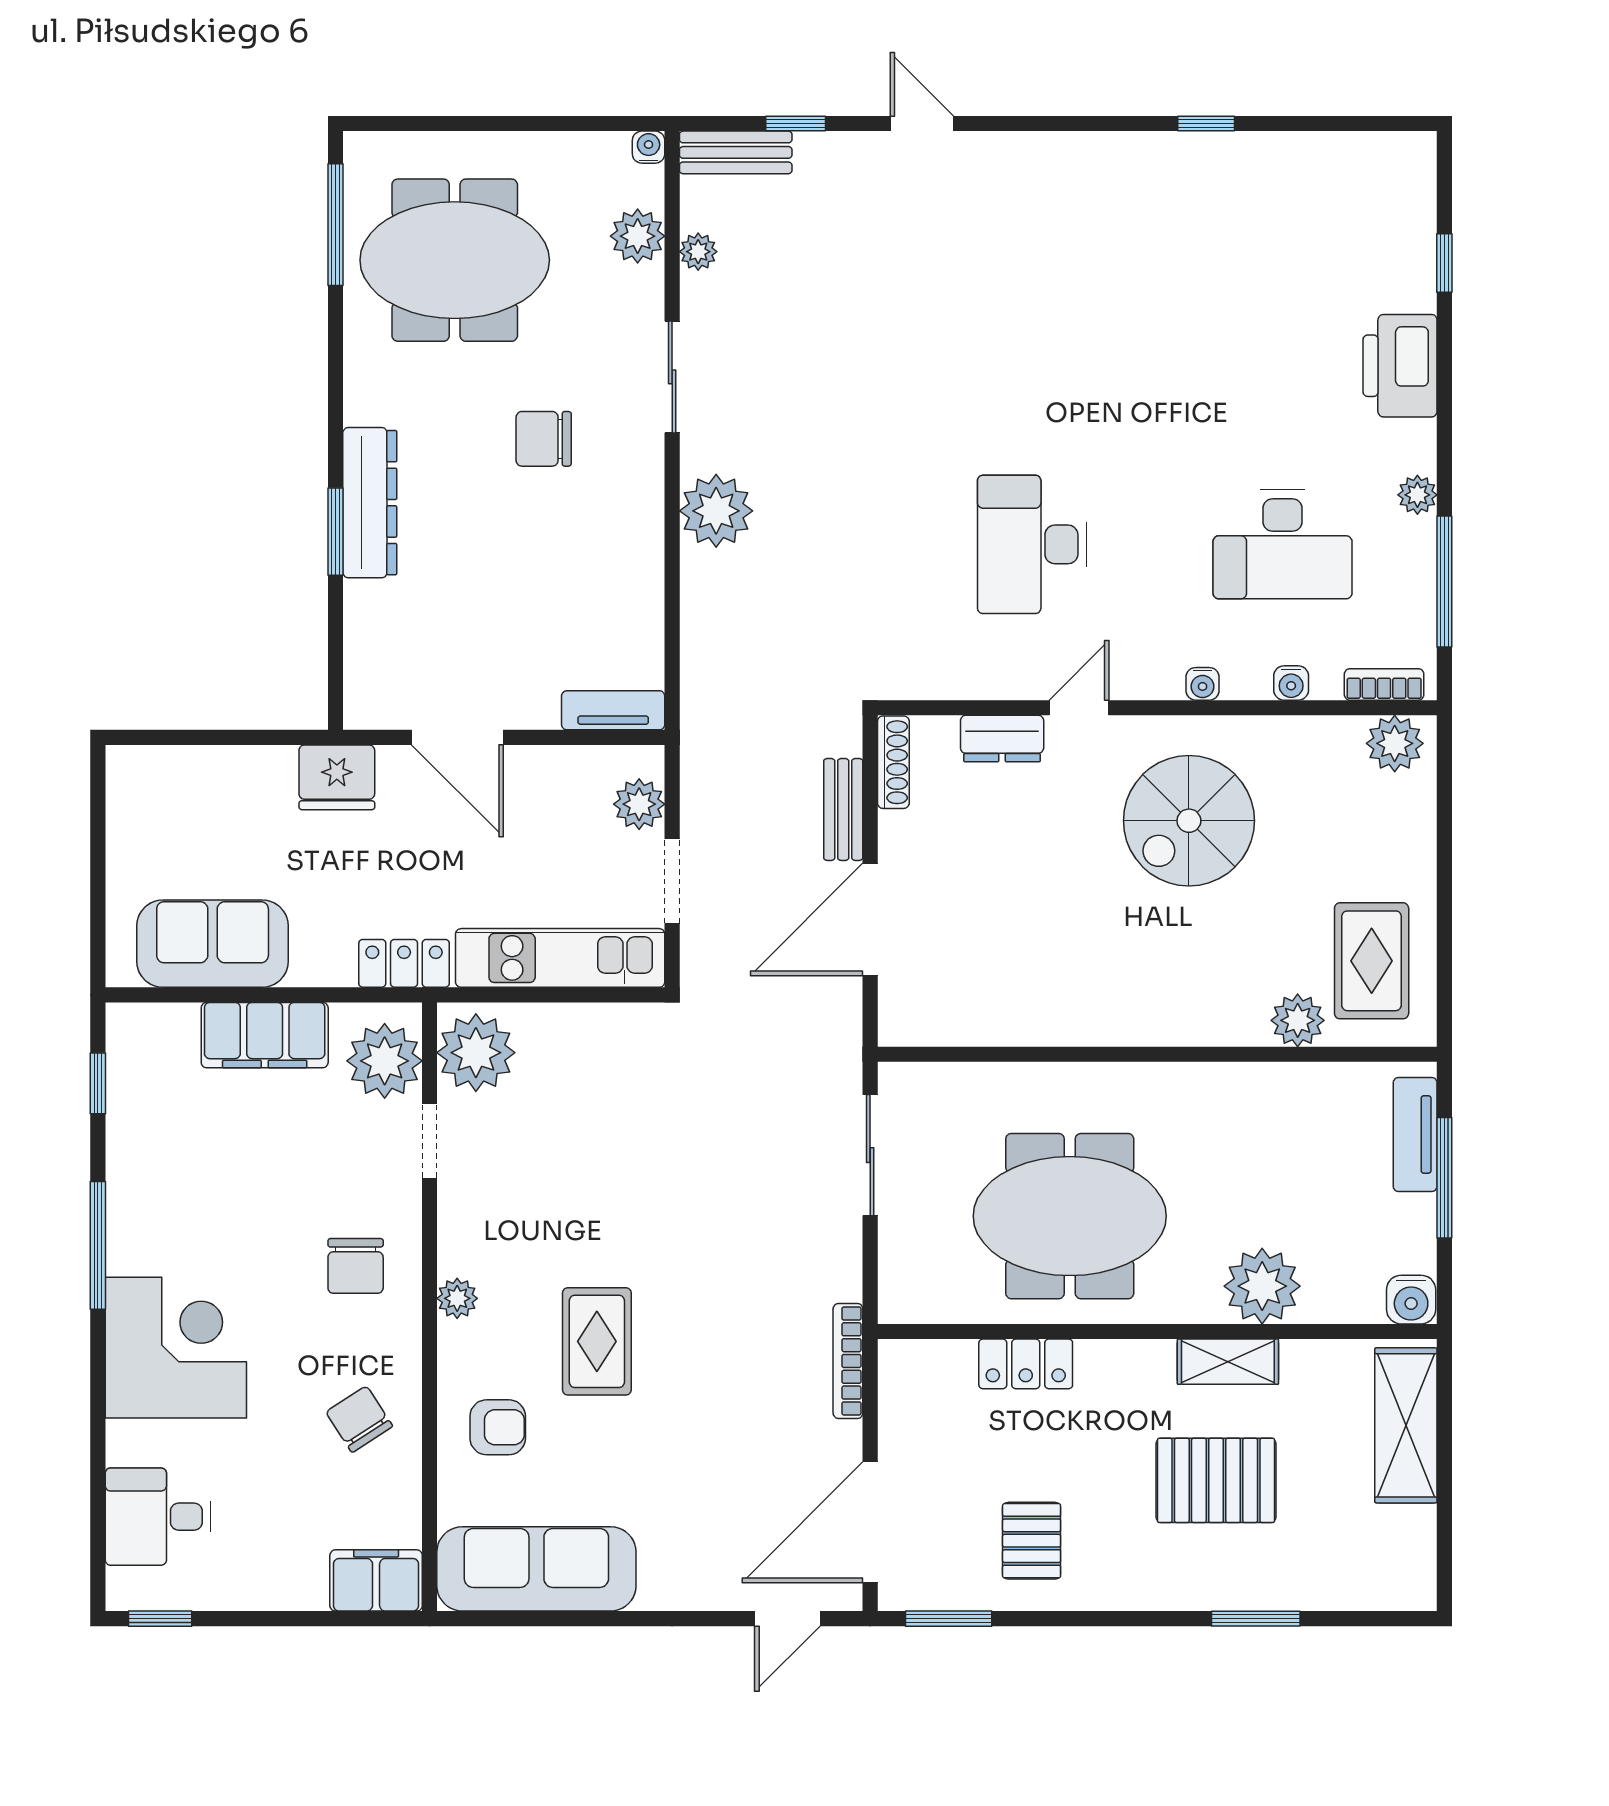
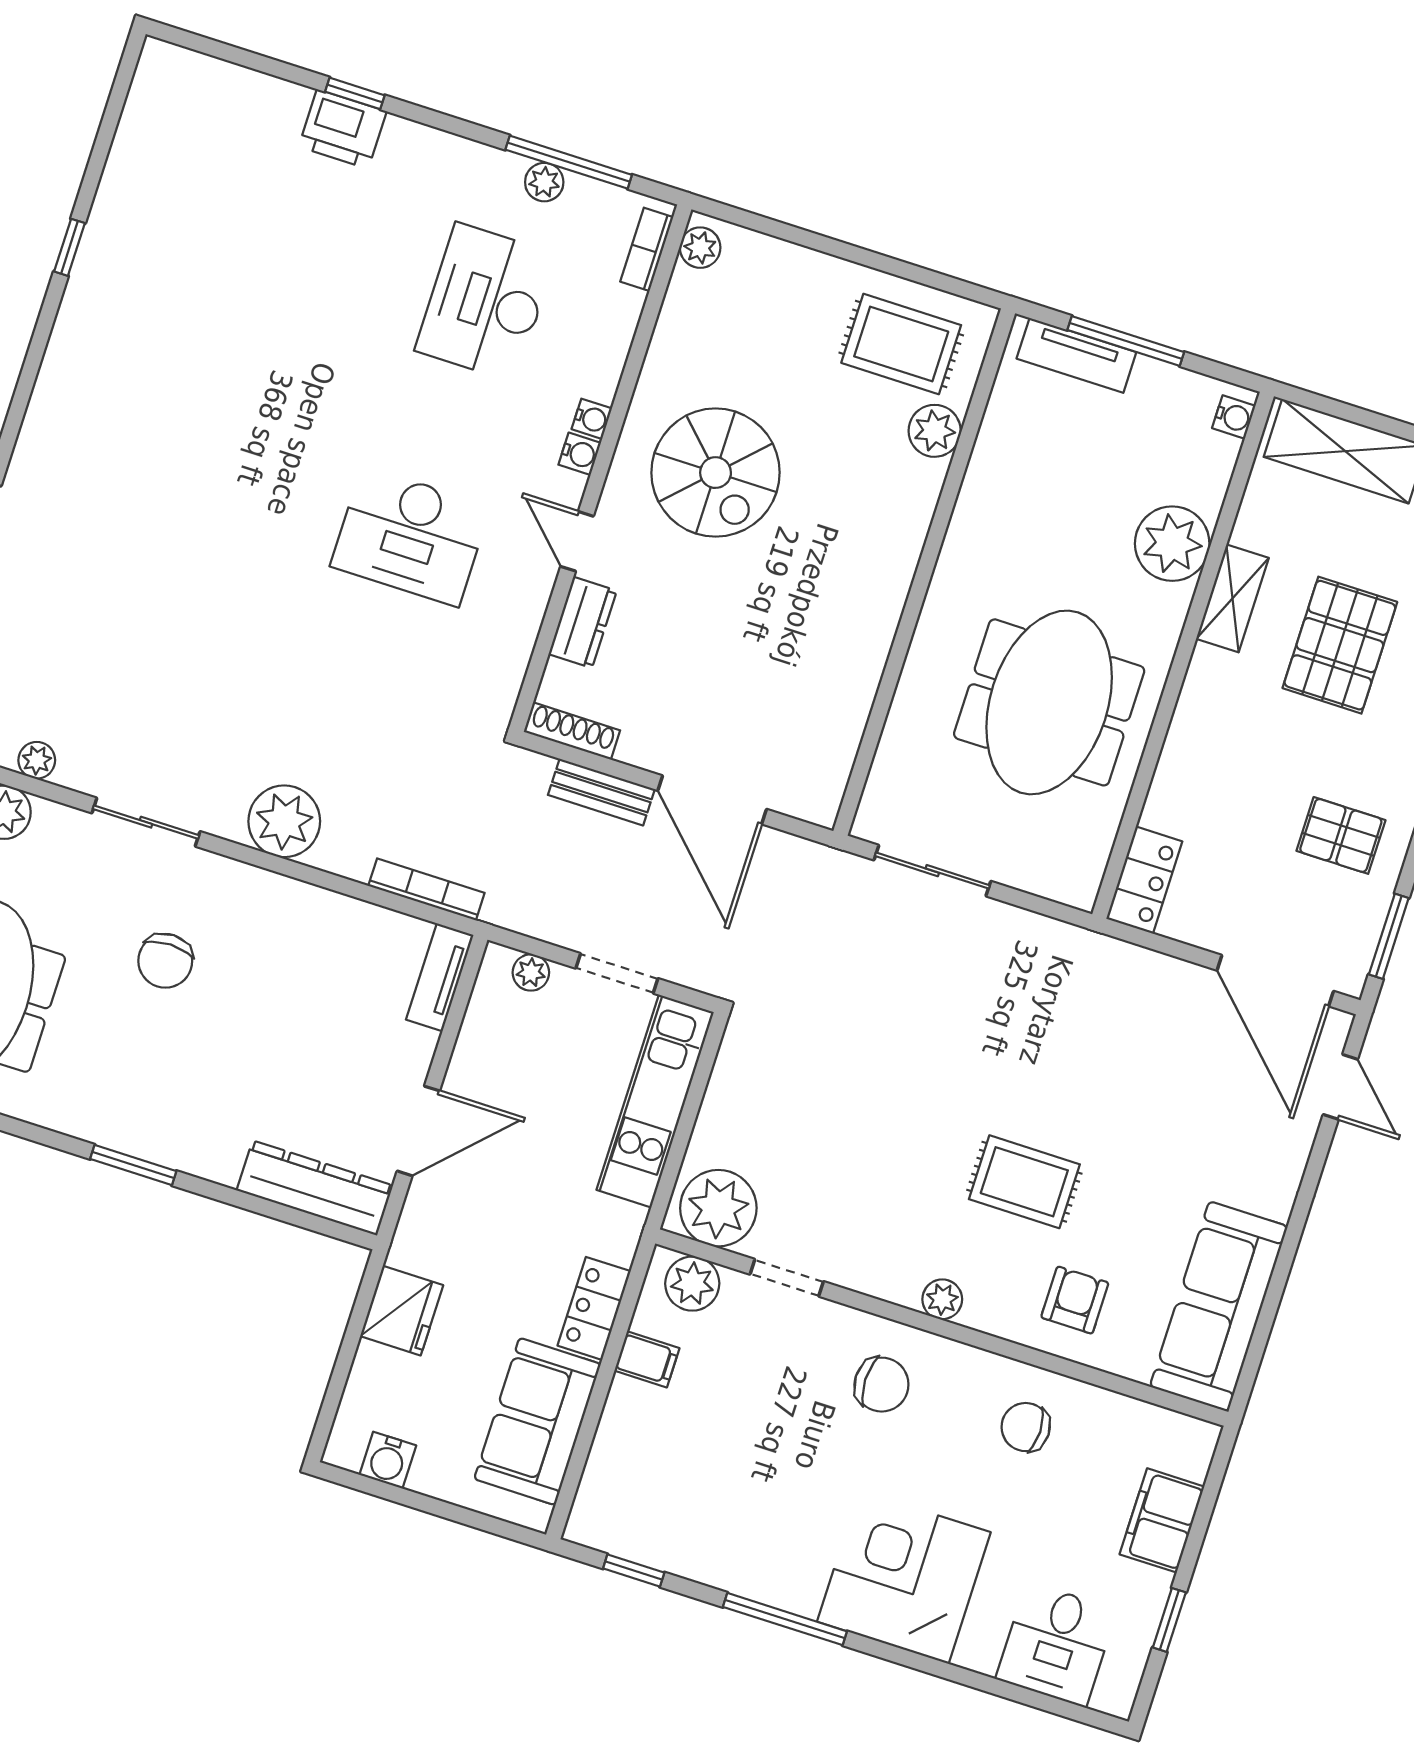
window: (1444, 263) -> (355, 93), moved
printer: (1400, 366) -> (343, 129), width x0.73, depth x0.84
plant: (1417, 495) -> (544, 182), moved
dresser: (370, 503) -> (315, 1188), moved
window: (335, 532) -> (133, 1165), moved
desk: (1283, 544) -> (485, 302), turned 180
water cooler: (1291, 683) -> (580, 454), moved
plant: (1395, 743) -> (700, 248), width x0.73, depth x0.73
fridge: (337, 777) -> (402, 1311), moved
plant: (639, 804) -> (531, 973), width x0.73, depth x0.73
water cooler: (128, 810) -> (388, 1460), added
locker: (404, 963) -> (594, 1308), moved
filing cabinet: (265, 1035) -> (647, 1359), width x0.33, depth x0.86
plant: (385, 1061) -> (692, 1284), width x0.73, depth x0.73
water cooler: (1411, 1300) -> (1234, 417), width x0.72, depth x0.72
bookcase: (848, 1361) -> (426, 889), moved, turned 180
locker: (1026, 1364) -> (1144, 880), moved
chair: (359, 1419) -> (1026, 1427), turned 33
filing cabinet: (376, 1580) -> (1162, 1520), moved
window: (160, 1619) -> (1169, 1620), moved

